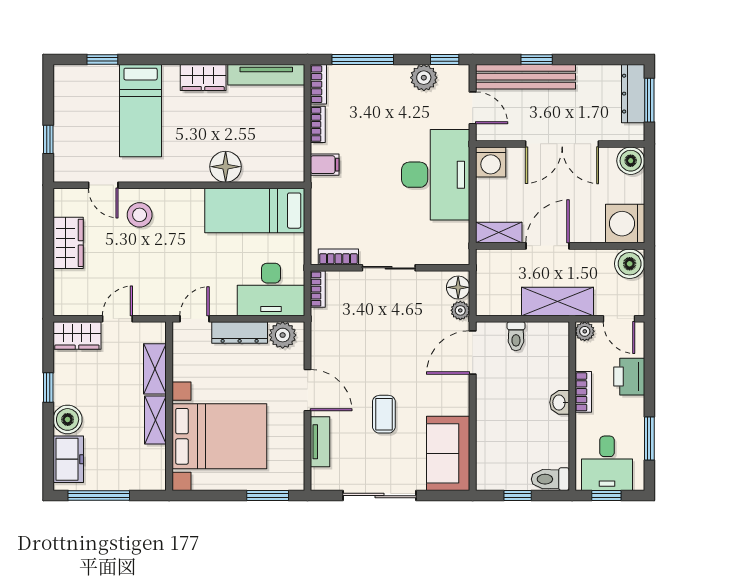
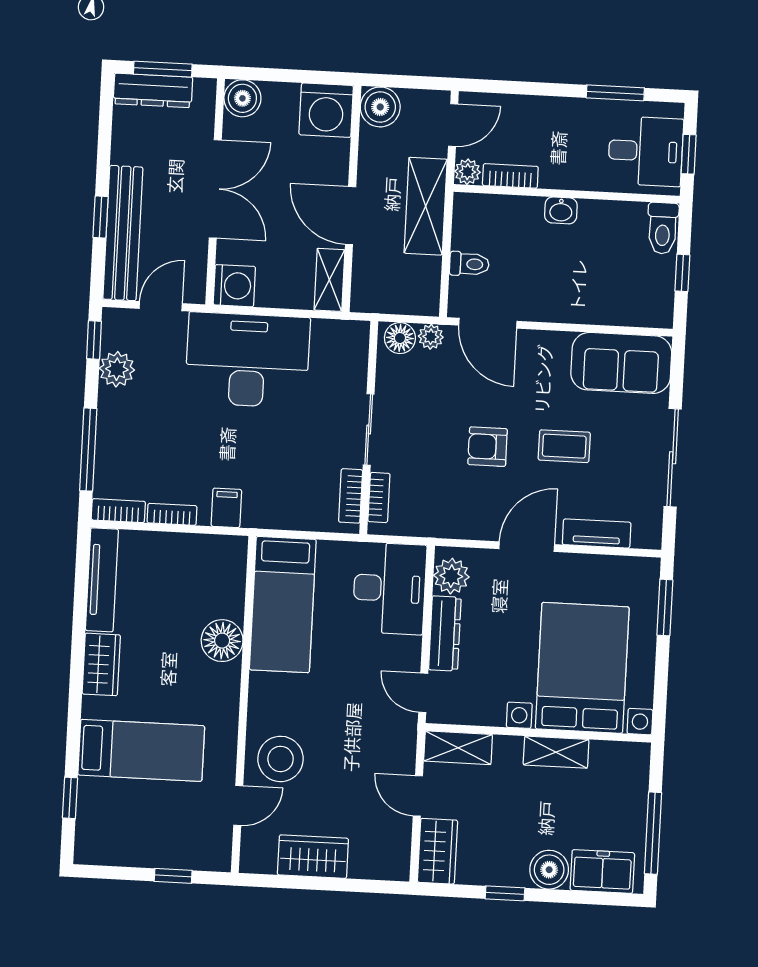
stool: (140, 215) -> (281, 759), width x1.38, depth x1.38
bookcase: (318, 289) -> (379, 497), moved, turned 90
armchair: (381, 357) -> (488, 447), added
shelving: (155, 369) -> (458, 748), moved
printer: (629, 377) -> (531, 115), removed
bookcase: (583, 392) -> (510, 176), moved

